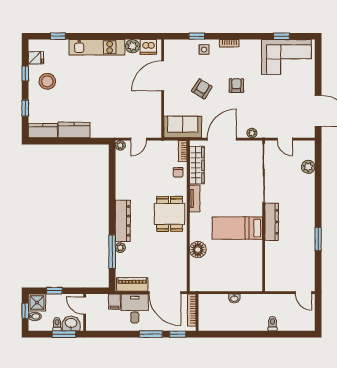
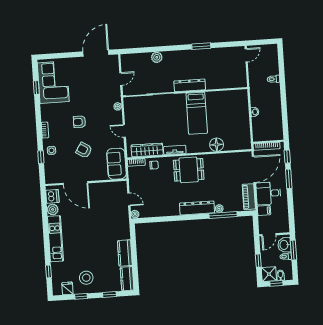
door: (222, 139) -> (124, 131), width x0.53
plant: (308, 167) -> (157, 57), moved

